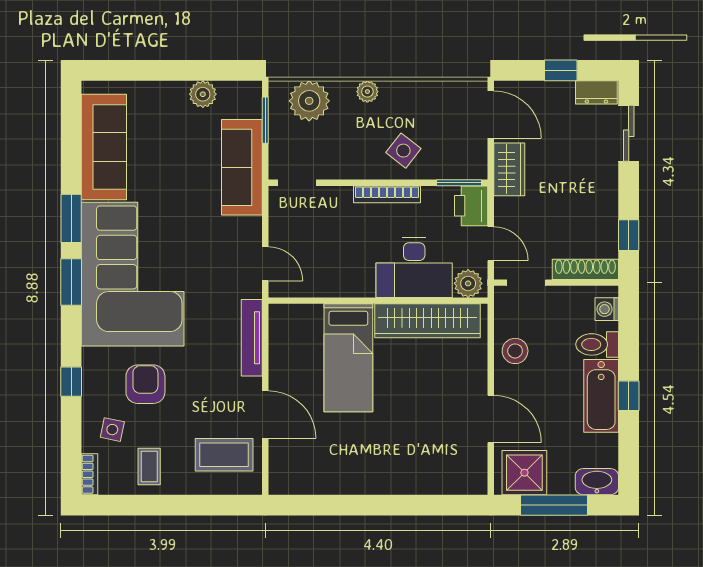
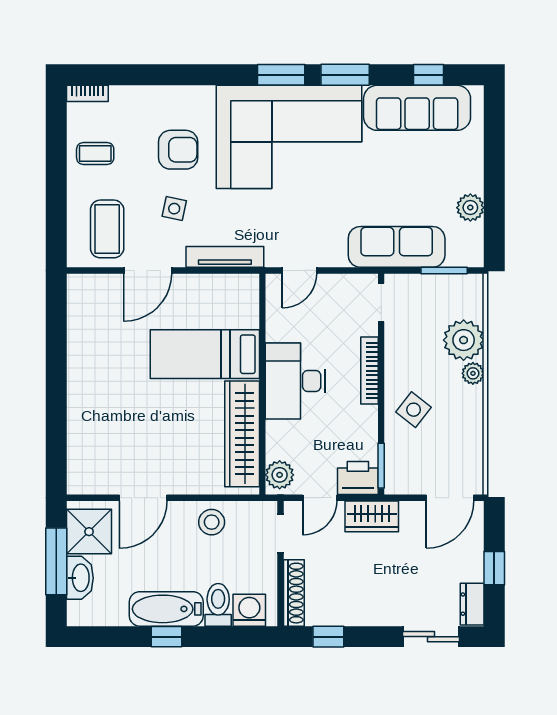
plant: (309, 101) -> (464, 340), moved
wardrobe: (509, 169) -> (372, 516), moved
bookcase: (387, 194) -> (369, 371), moved
desk: (414, 268) -> (295, 381), moved
washing machine: (607, 309) -> (249, 610), width x1.38, depth x1.38
window: (71, 382) -> (429, 75), moved
side table: (112, 430) -> (174, 209), moved
washbasin: (597, 482) -> (80, 578), moved

